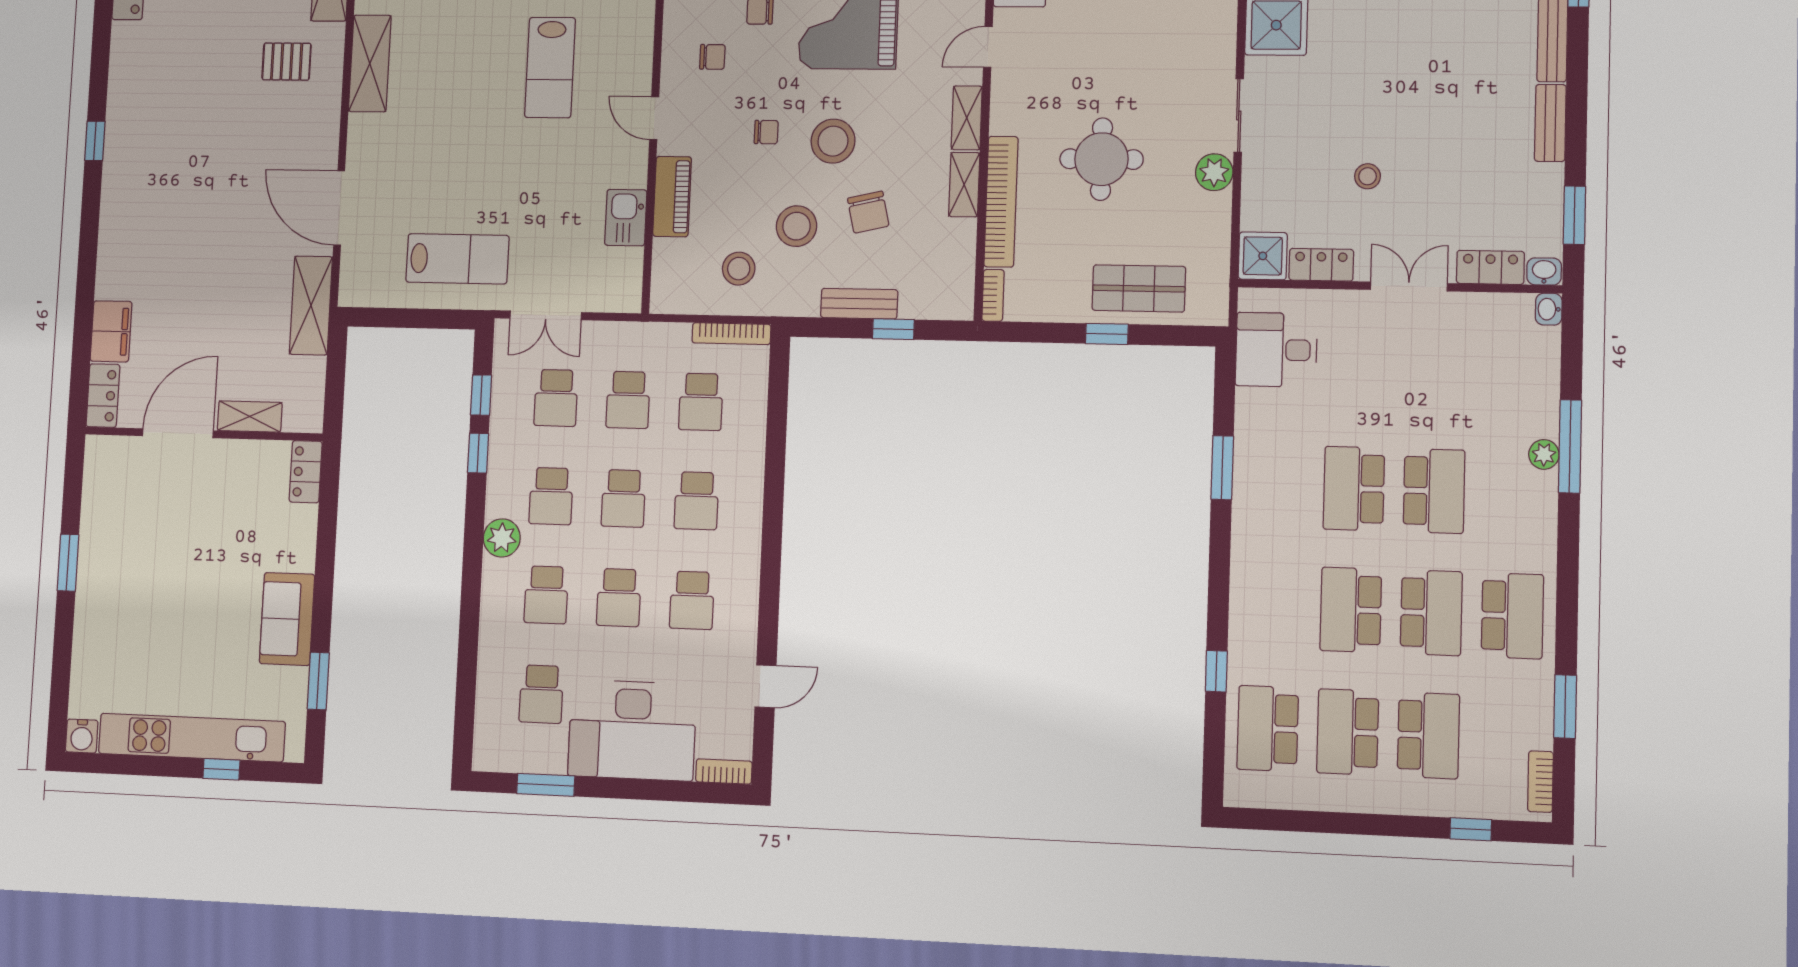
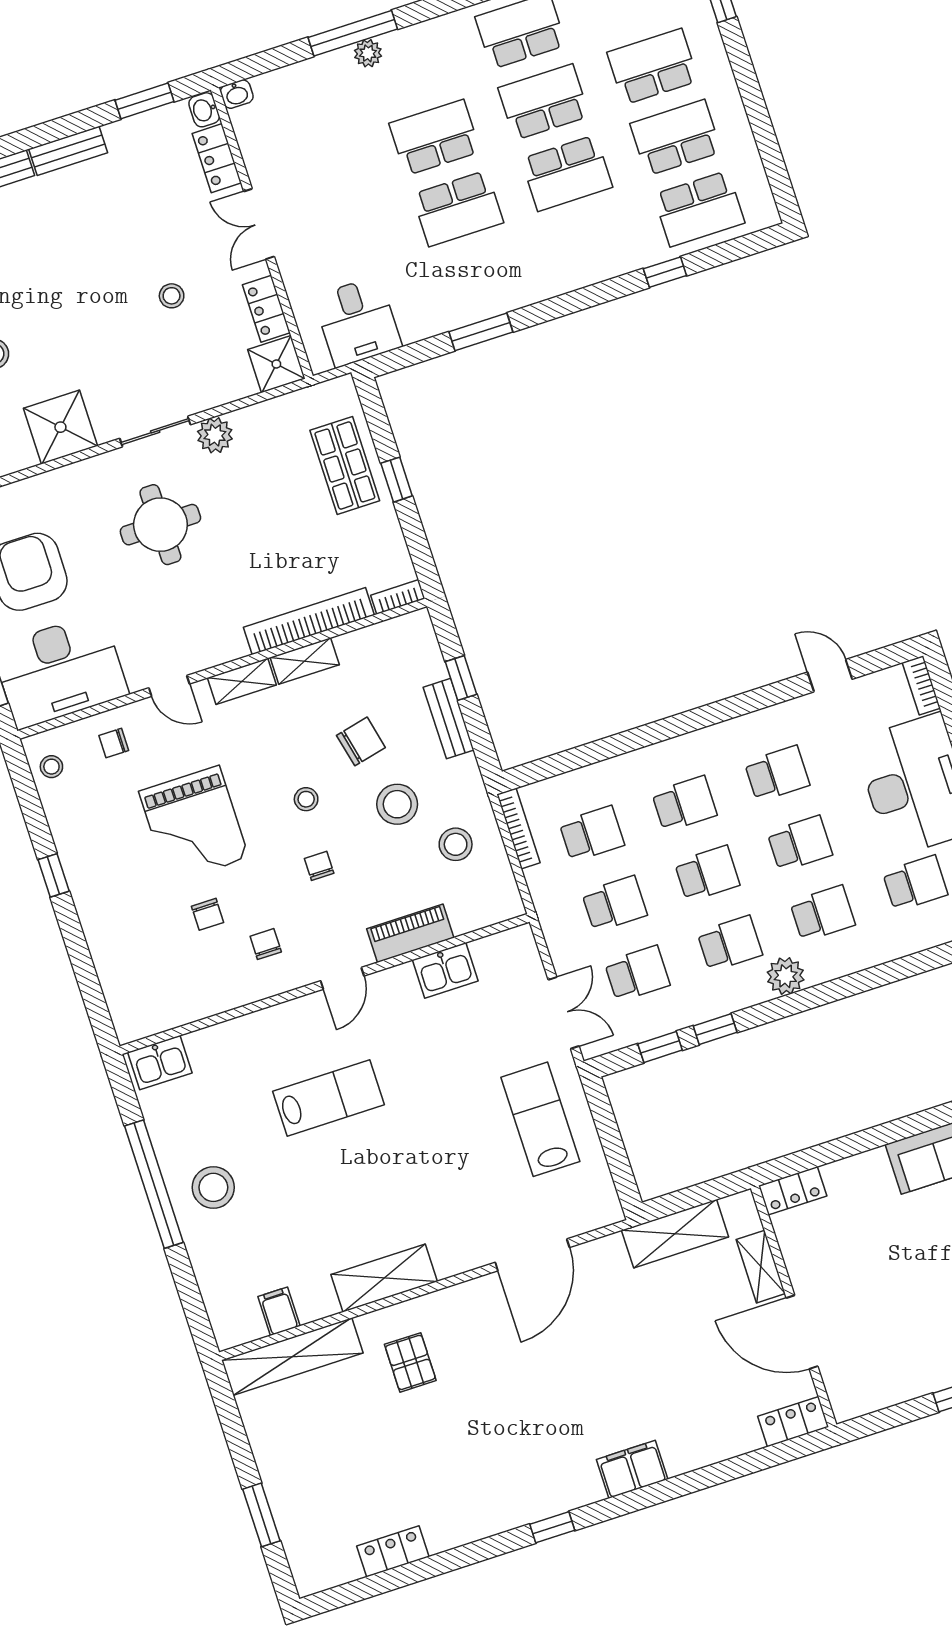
stool: (833, 141) -> (306, 799), width x0.53, depth x0.53
round table: (1101, 159) -> (160, 525), moved
shelving: (311, 305) -> (675, 1234), moved
filing cabinet: (111, 331) -> (632, 1469), moved
school desk: (1348, 732) -> (676, 138), turned 180

